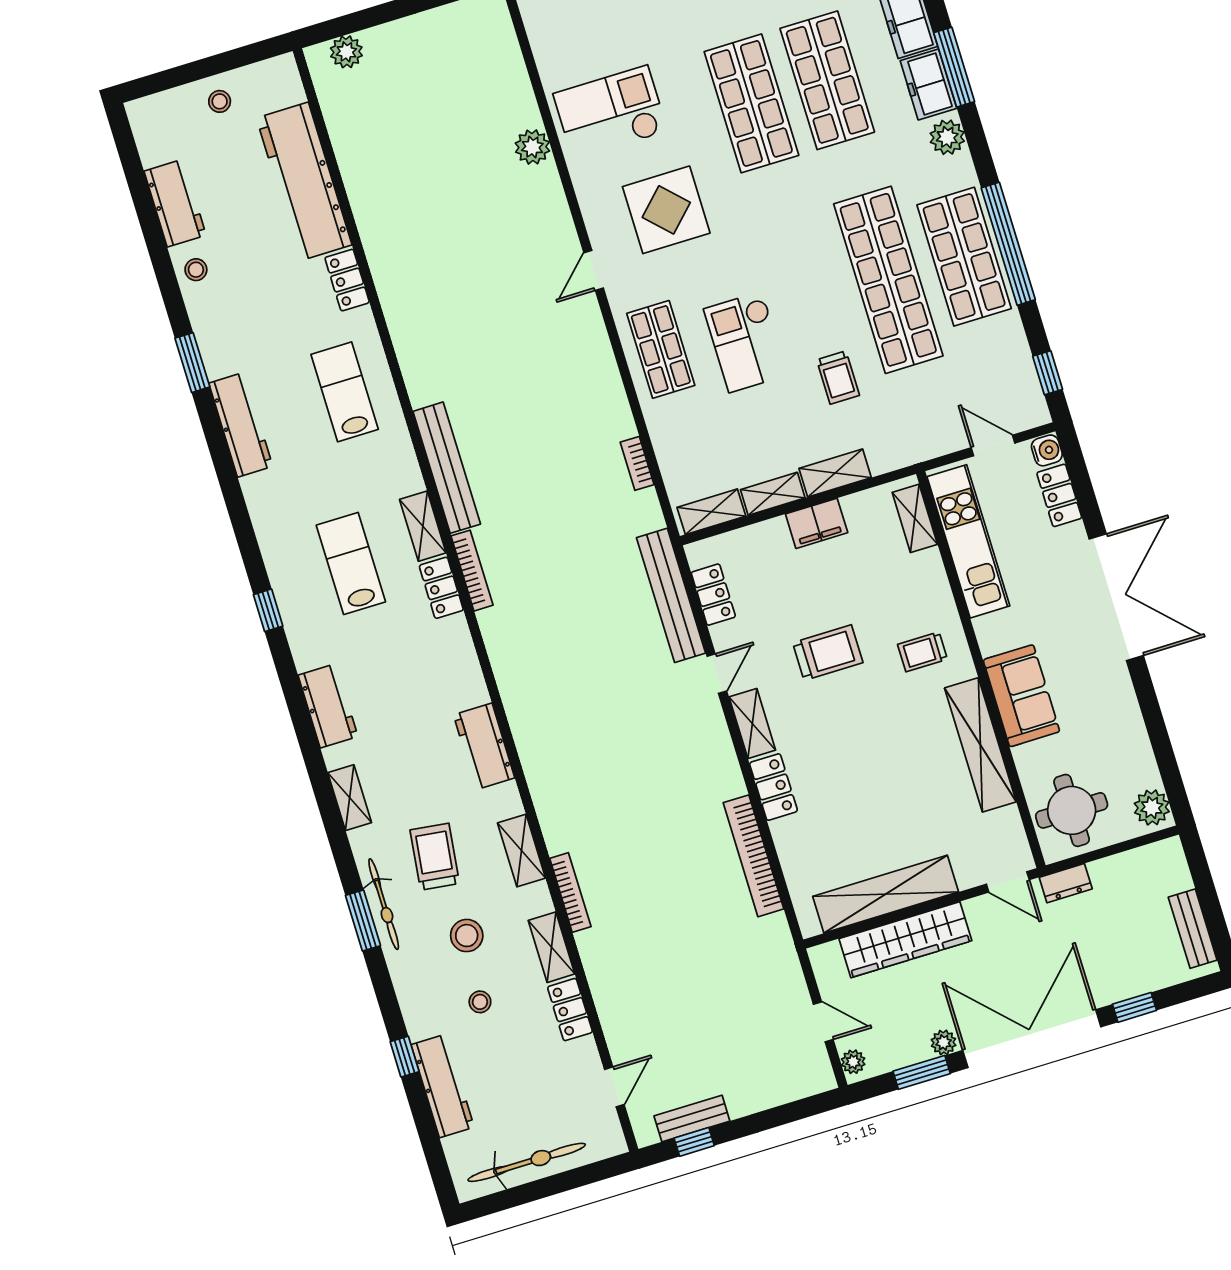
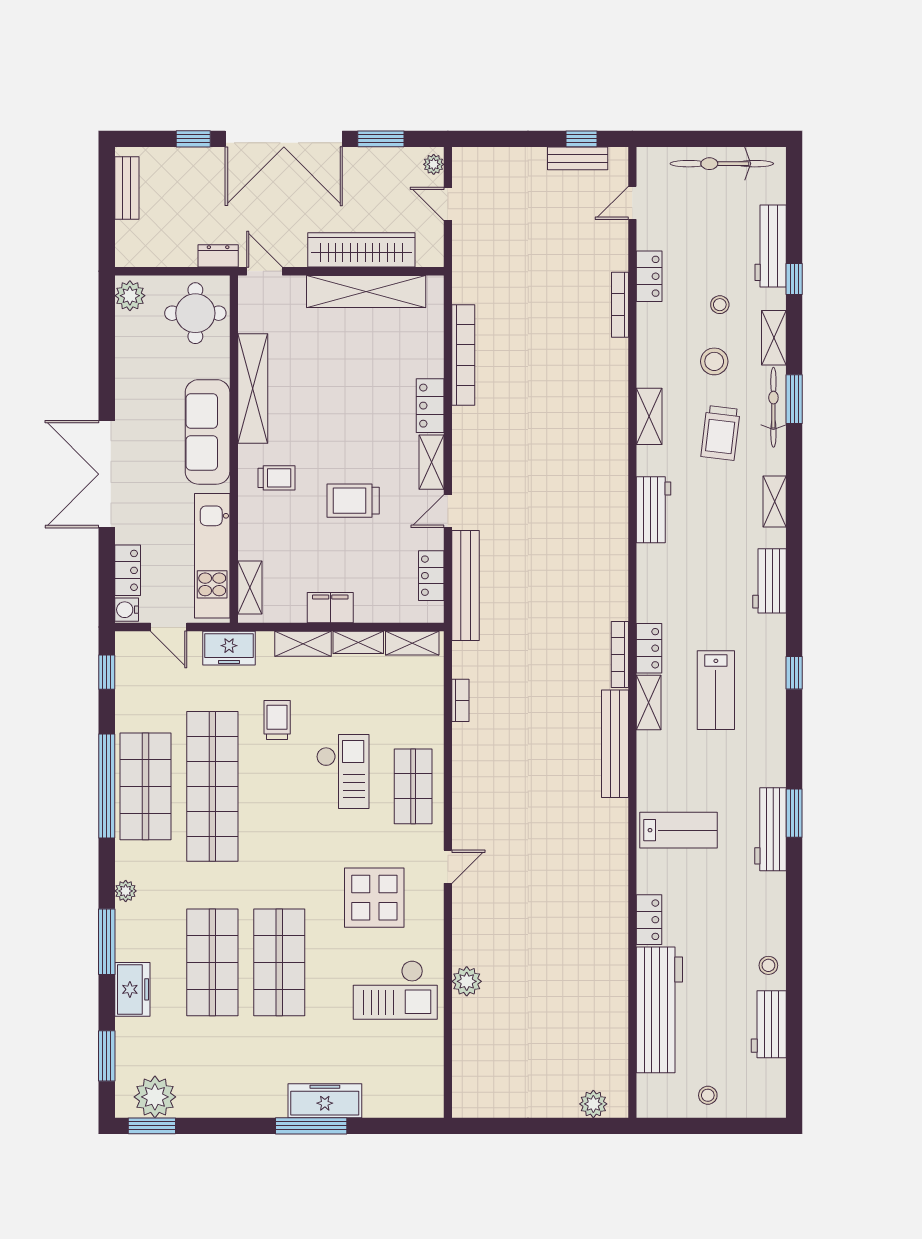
freezer: (928, 84) -> (229, 648), moved, turned 90
plant: (947, 137) -> (126, 891), width x0.73, depth x0.73
window: (192, 363) -> (794, 813), moved
lab bench: (345, 392) -> (679, 830), turned -90
sofa: (1021, 696) -> (208, 432), width x1.36
bookcase: (570, 892) -> (620, 305), moved
shelving: (551, 947) -> (774, 338), moved
plant: (944, 1042) -> (356, 158), removed

